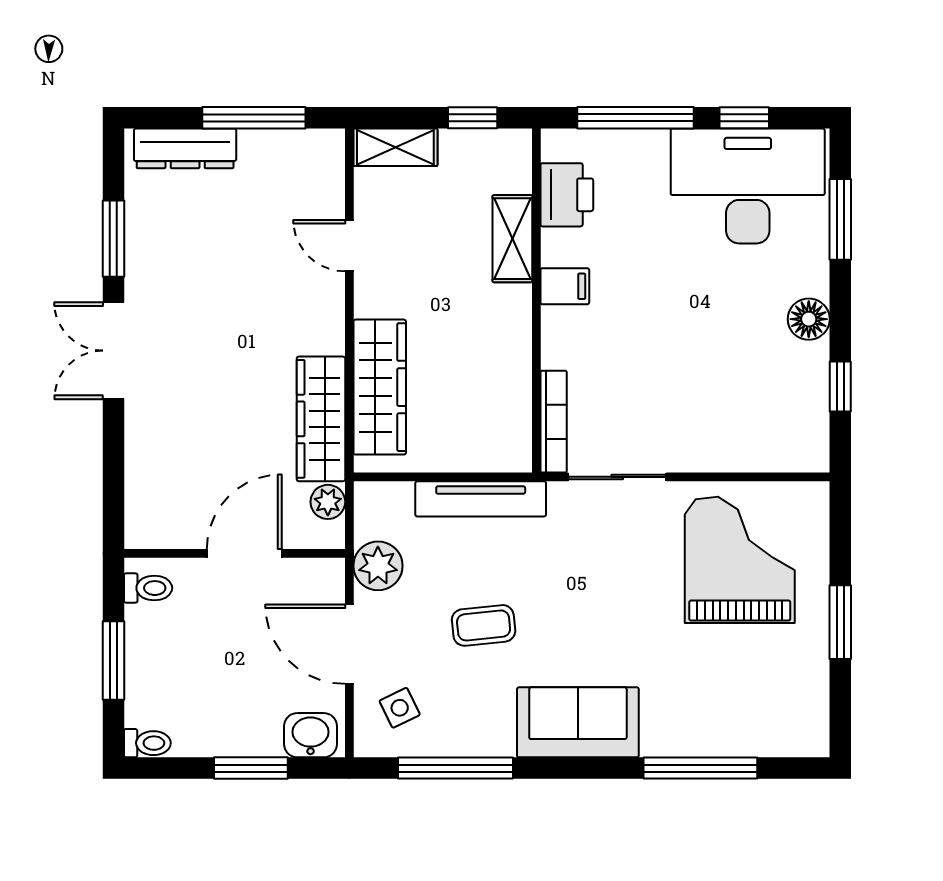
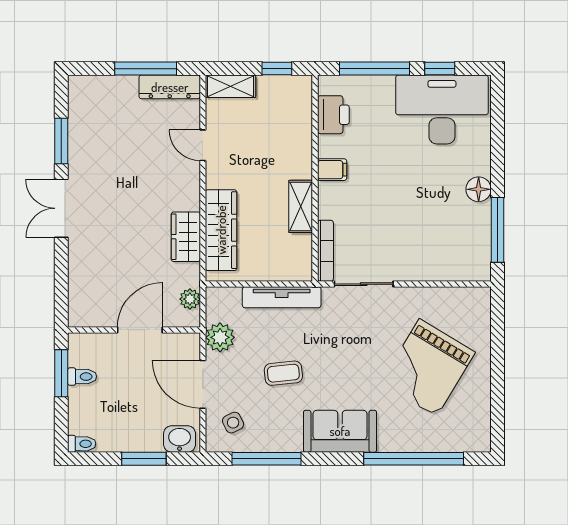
dresser: (185, 148) -> (170, 87), moved
window: (840, 219) -> (497, 129), removed
shelving: (512, 239) -> (301, 206), moved
window: (840, 387) -> (497, 230), width x2.17
wardrobe: (321, 419) -> (186, 237), width x0.67
grand piano: (740, 560) -> (428, 368), moved, turned -149
toilet: (148, 588) -> (82, 377), moved
window: (840, 622) -> (497, 371), removed
window: (113, 660) -> (61, 373), moved
window: (700, 768) -> (414, 459), width x1.46

